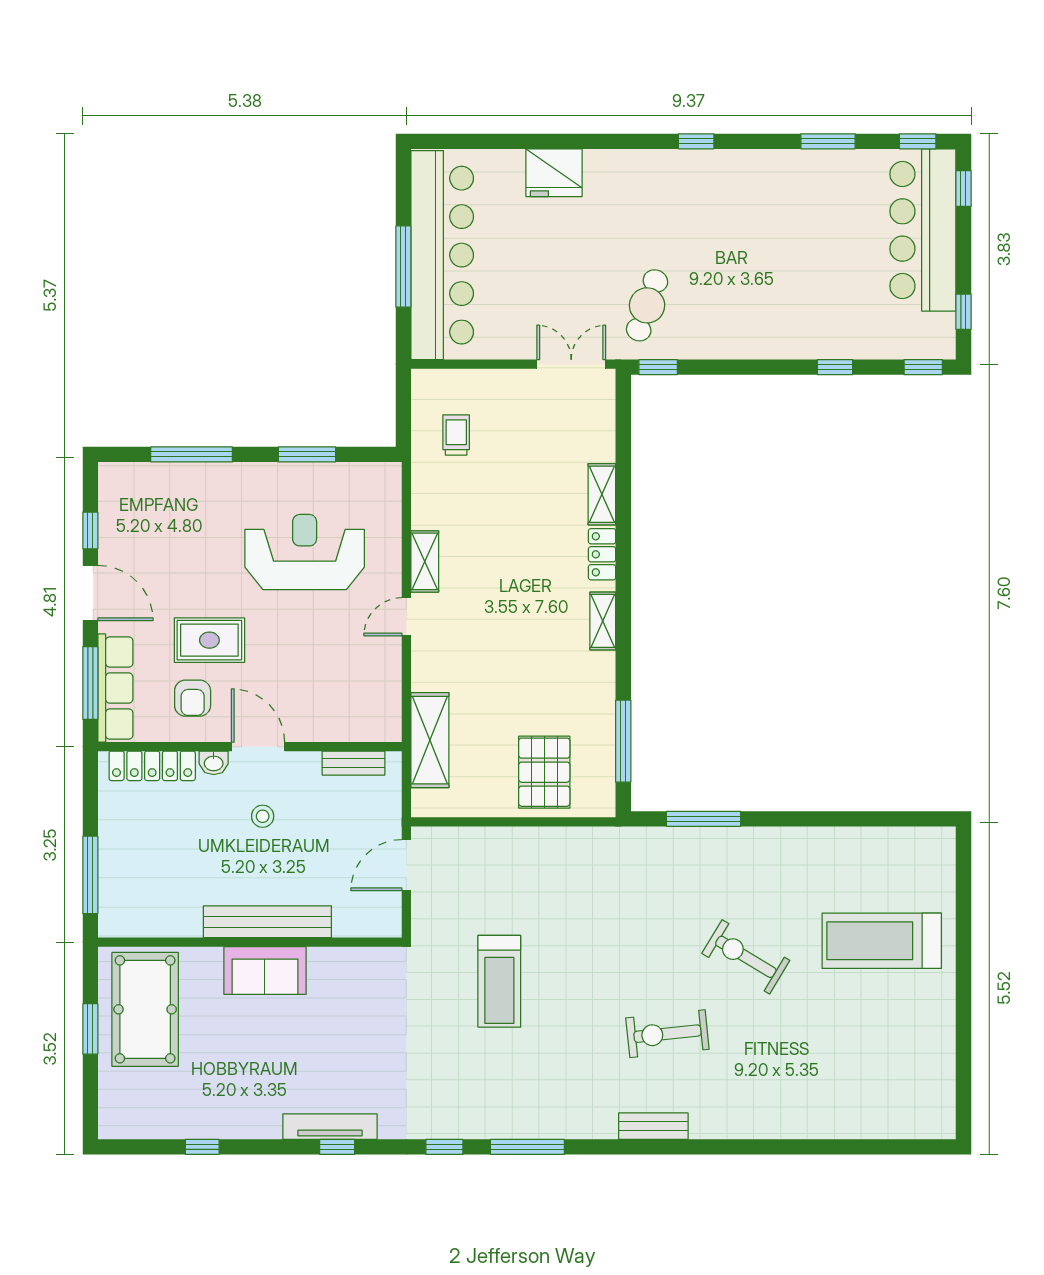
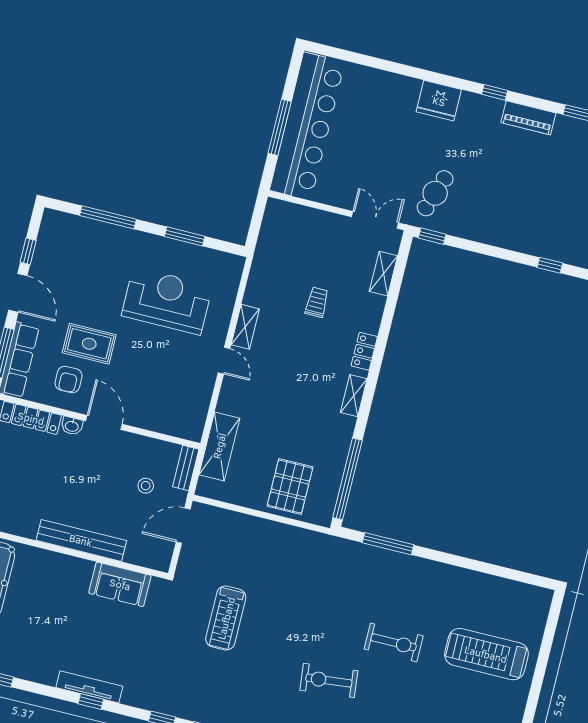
piano: (753, 166) -> (528, 118), added
fridge: (554, 173) -> (439, 101), moved
trolley: (456, 435) -> (317, 302), moved
shelving: (602, 494) -> (383, 274), moved
door: (406, 617) -> (224, 361), swing flipped
window: (623, 741) -> (348, 479), width x1.46
bench: (354, 763) -> (186, 468), moved, turned 90
stool: (263, 816) -> (146, 486), moved
exercise bike: (746, 957) -> (394, 642), turned 149
sofa: (265, 971) -> (120, 584), moved

